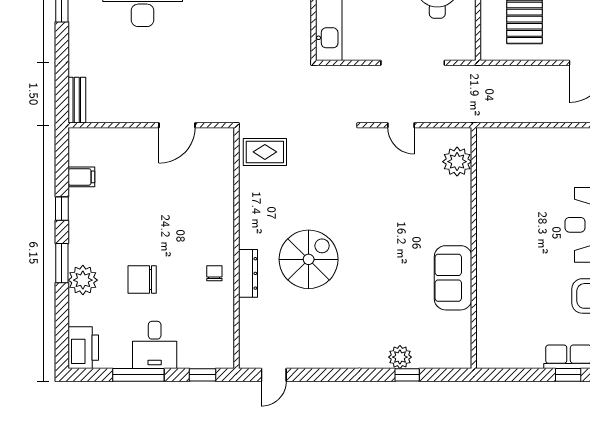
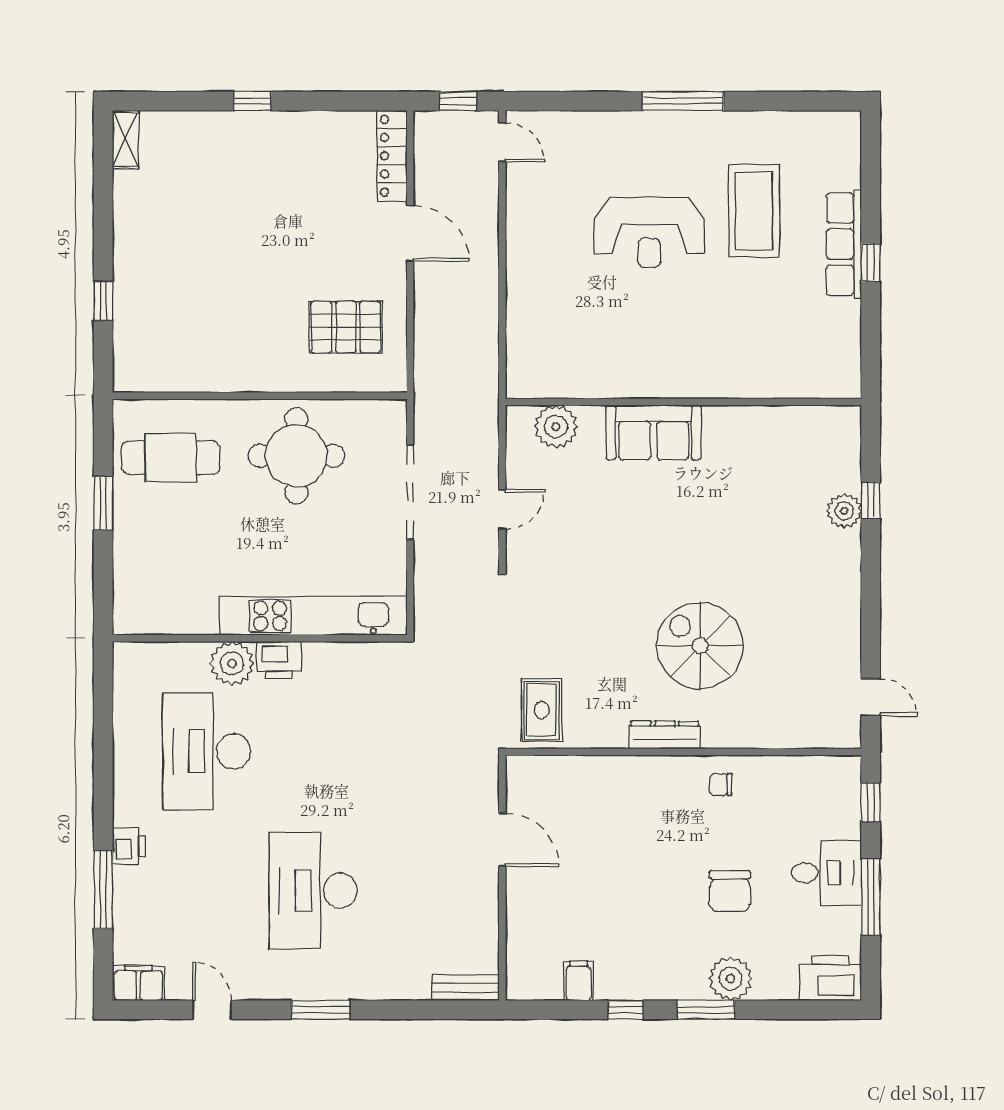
dresser: (248, 273) -> (665, 735), moved
sofa: (453, 278) -> (654, 432), moved

